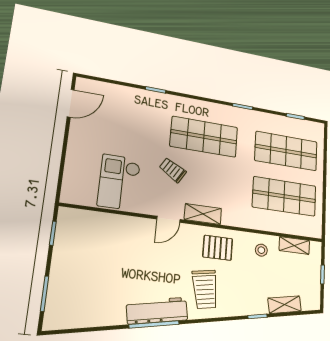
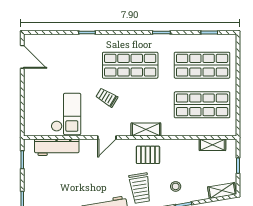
door: (71, 103) -> (22, 57), hinge flipped
checkout: (119, 182) -> (66, 114), turned 180
shelving: (203, 214) -> (146, 130), moved
workbench: (102, 223) -> (57, 147), added
stool: (261, 250) -> (176, 186), moved
shelving: (285, 305) -> (222, 191), moved

